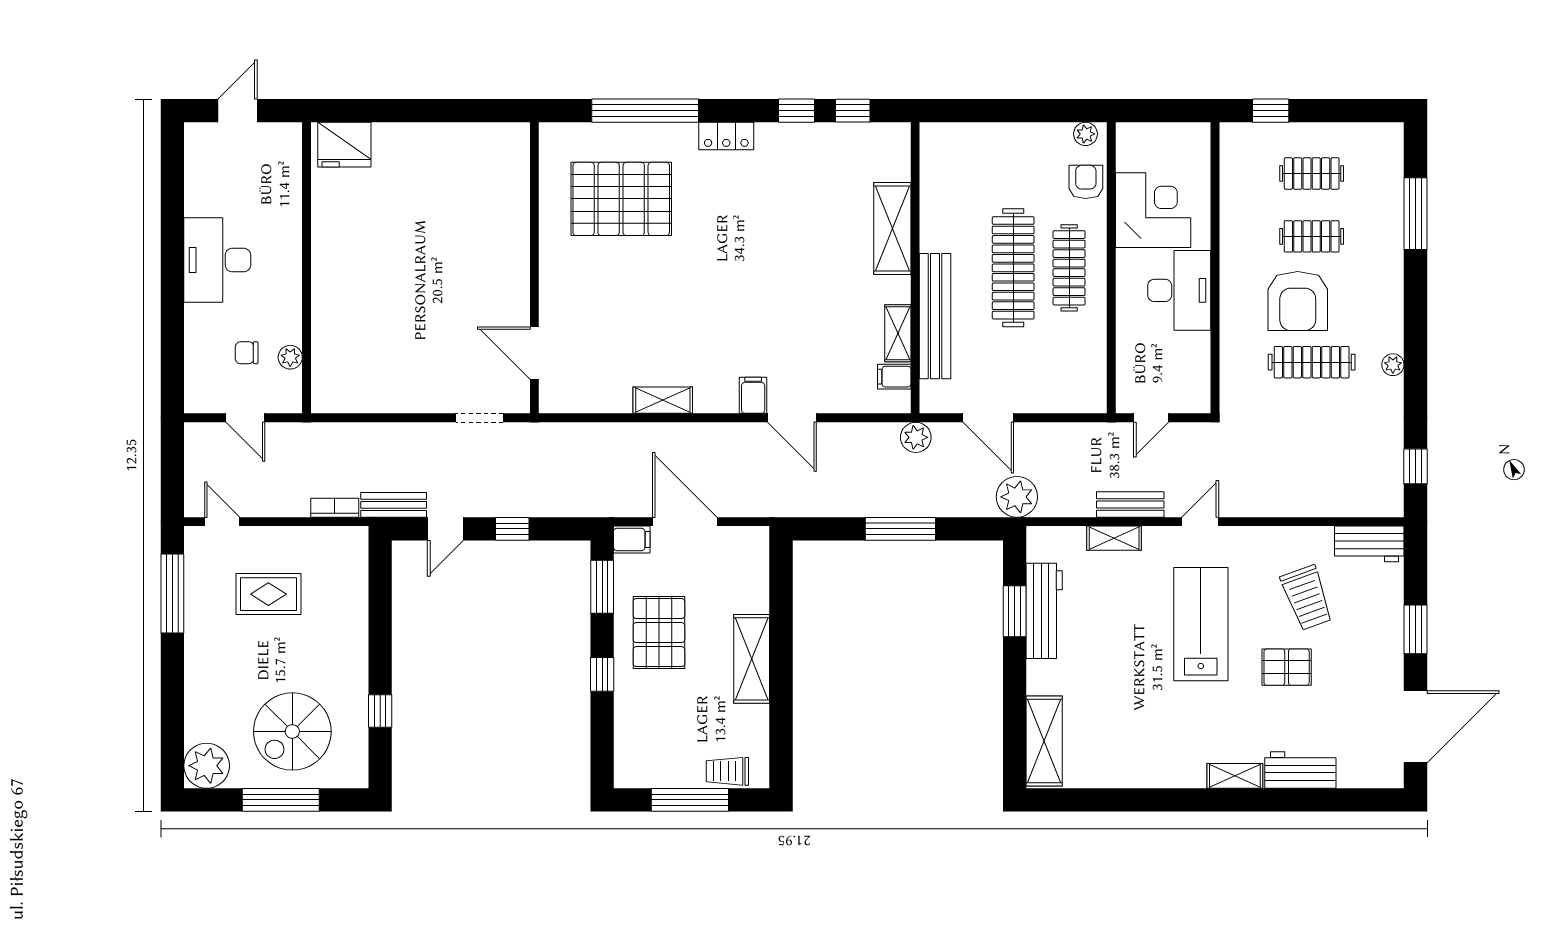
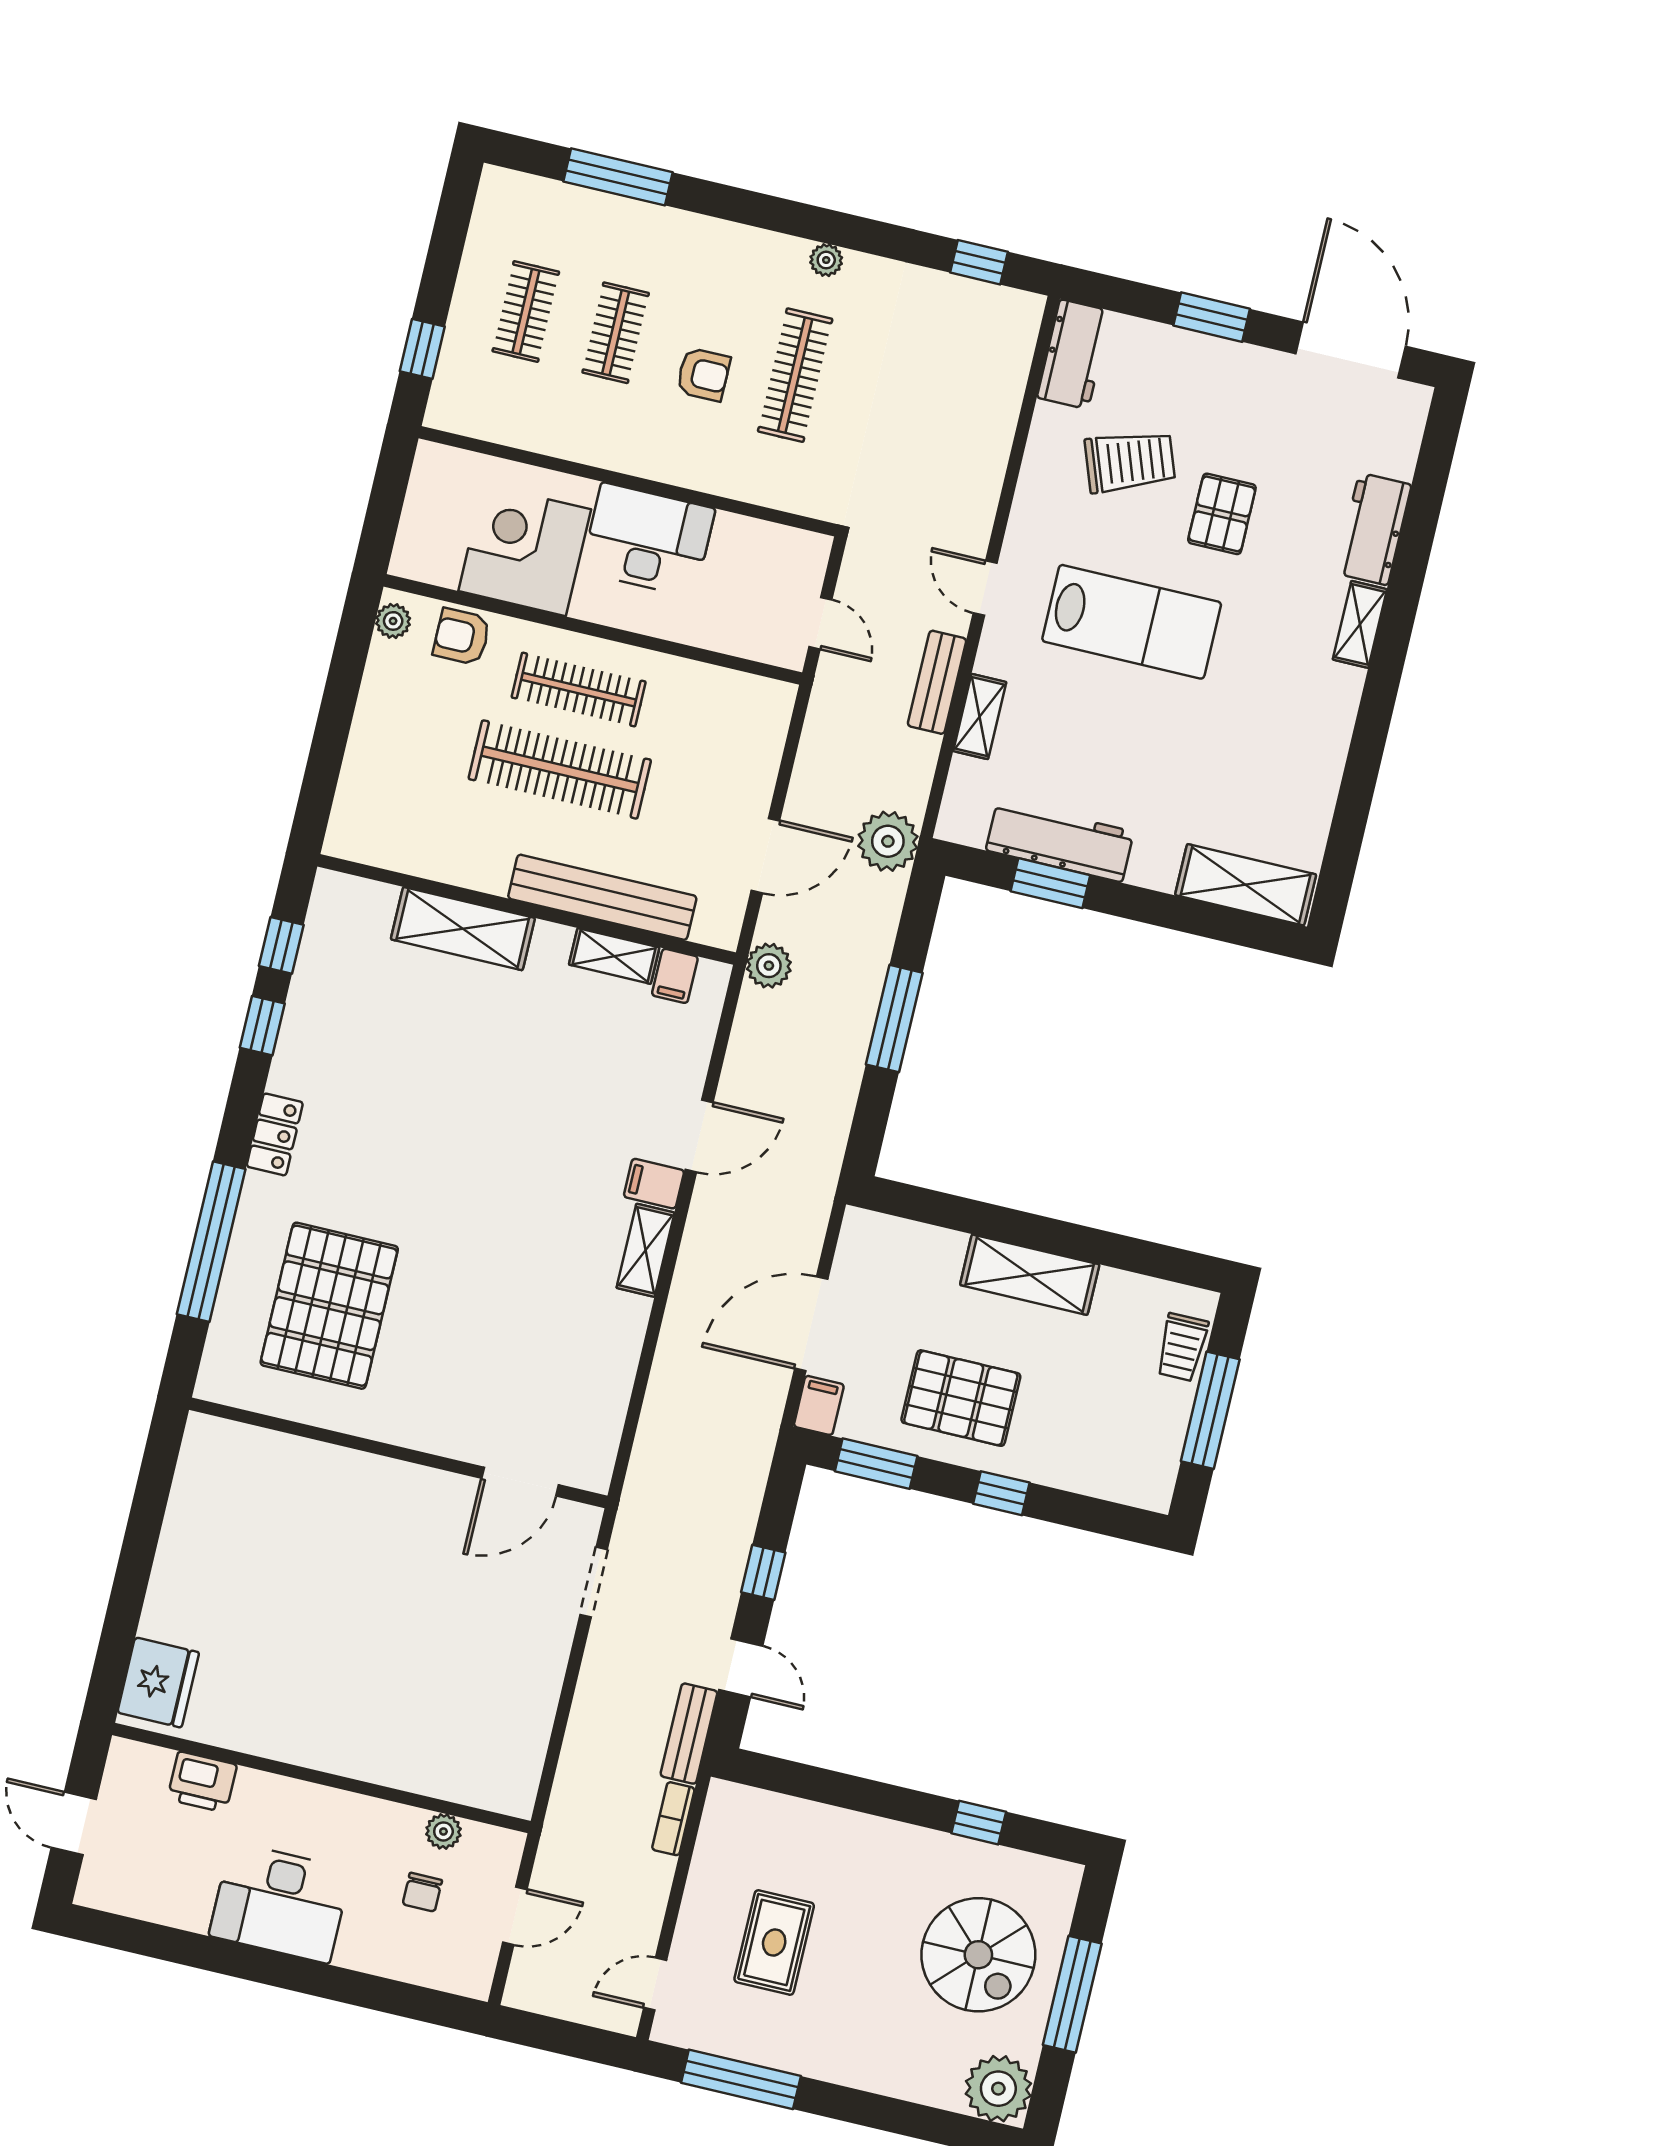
printer: (285, 189) -> (202, 1782), added
armchair: (1298, 301) -> (703, 374), width x0.53, depth x0.53
shelving: (663, 400) -> (646, 1250), moved
lab bench: (1201, 624) -> (1132, 622), turned 180

